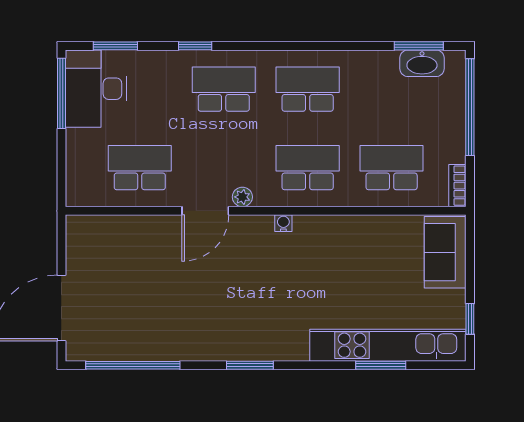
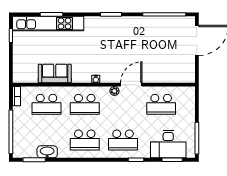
washbasin: (422, 63) -> (47, 152), moved
desk: (96, 89) -> (168, 144), moved, turned 90
sofa: (445, 252) -> (55, 73), moved, turned -90

